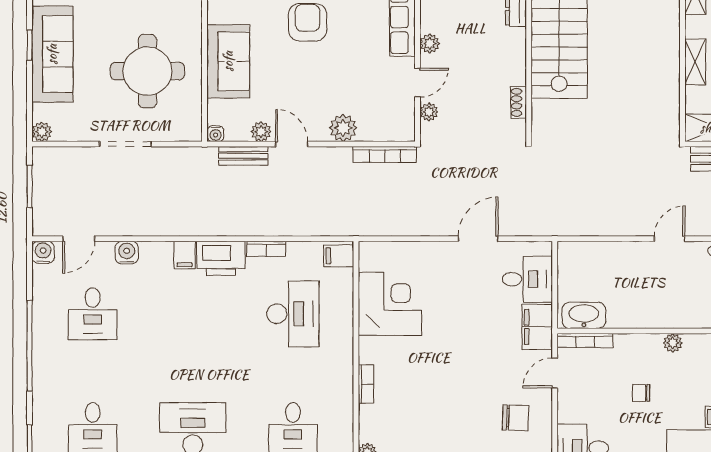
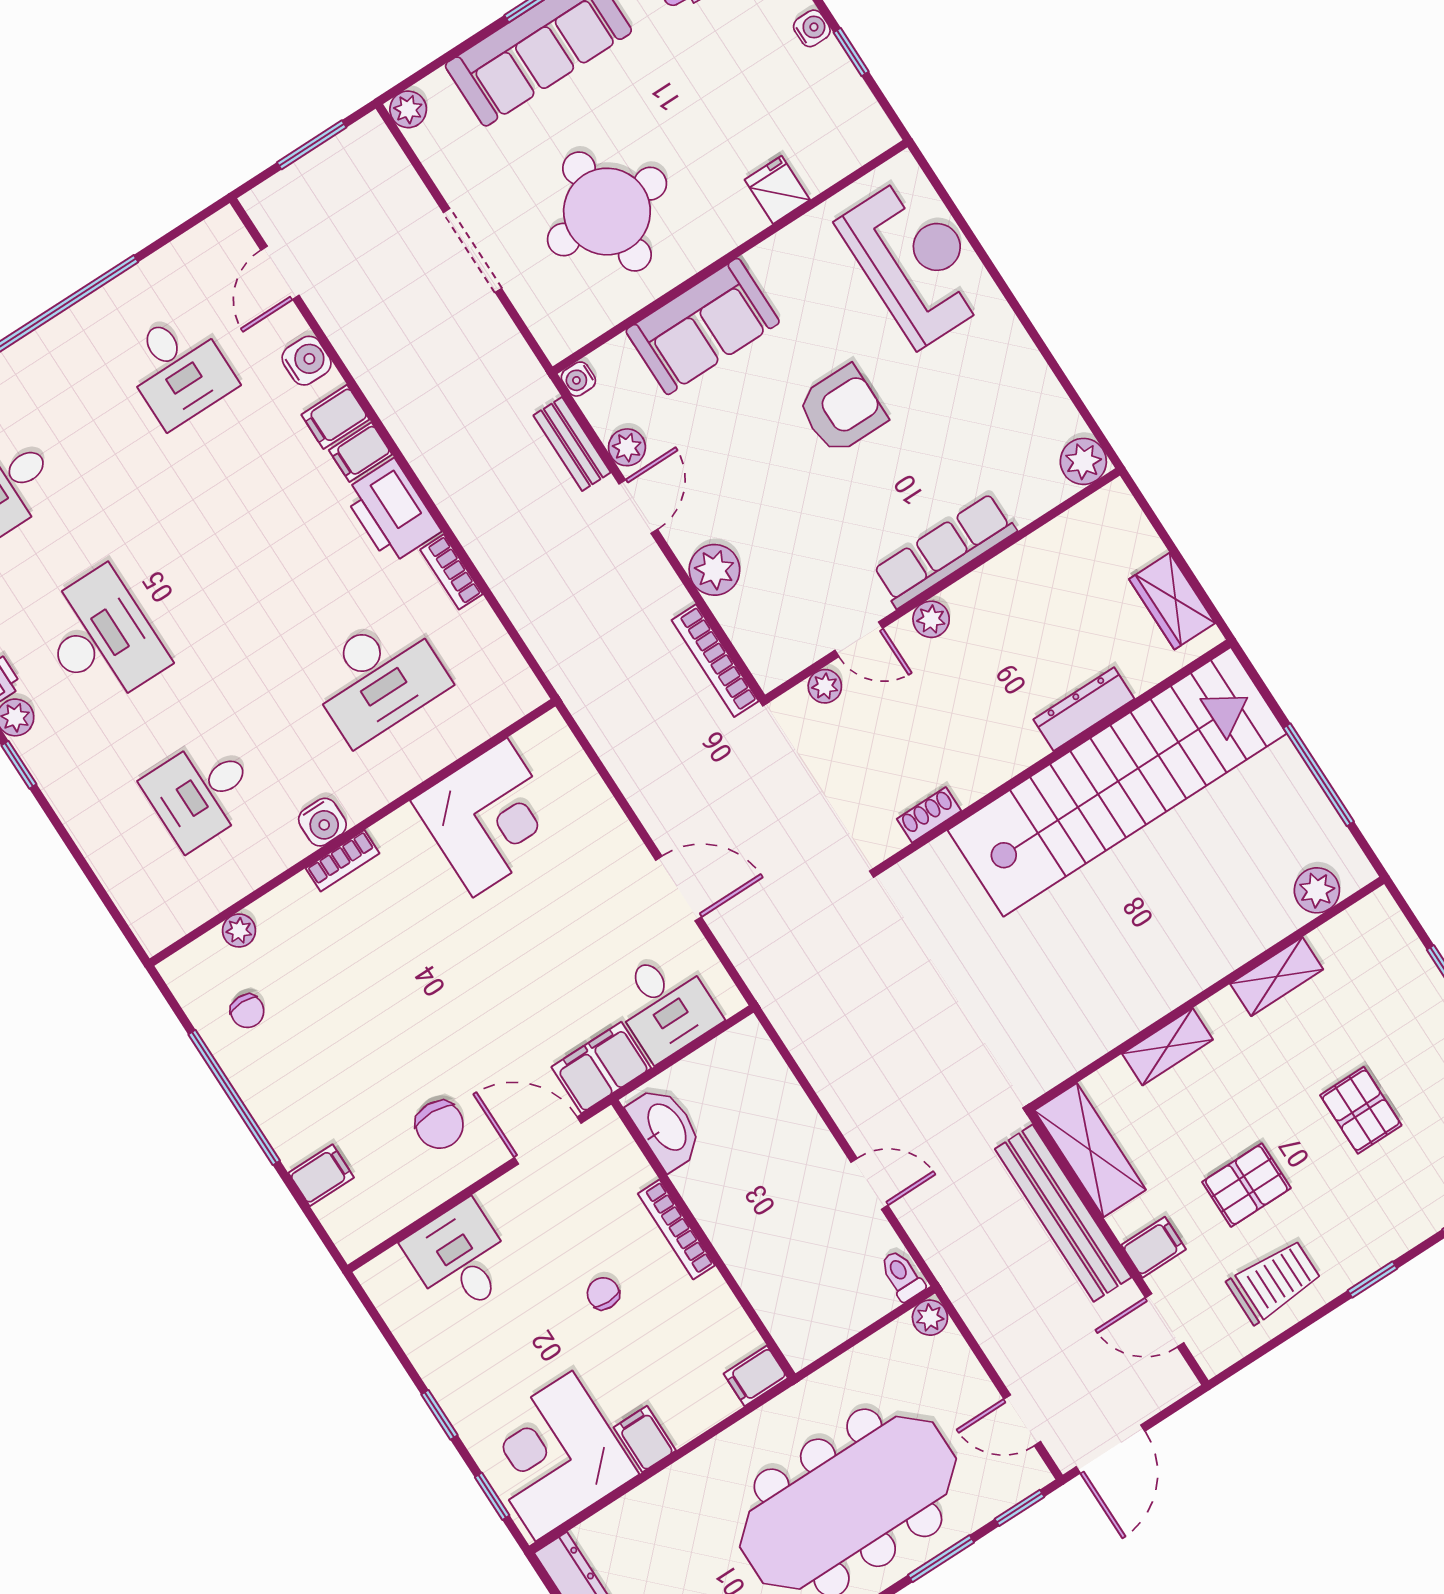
door: (79, 239) -> (280, 273), hinge flipped
water cooler: (43, 252) -> (322, 822), moved, turned 90
filing cabinet: (339, 256) -> (335, 417), moved, turned -90
desk: (93, 314) -> (178, 369), turned -90
bookcase: (585, 340) -> (676, 1229), moved
plant: (673, 343) -> (712, 1292), removed
door: (555, 373) -> (548, 1140), width x1.38

